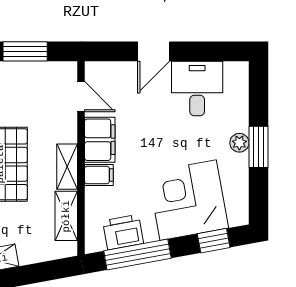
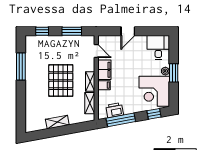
desk: (197, 88) -> (158, 47), moved
corner desk: (188, 200) -> (154, 91), moved, turned -80

